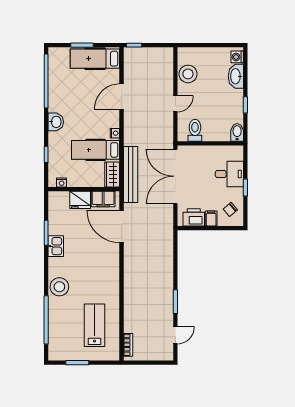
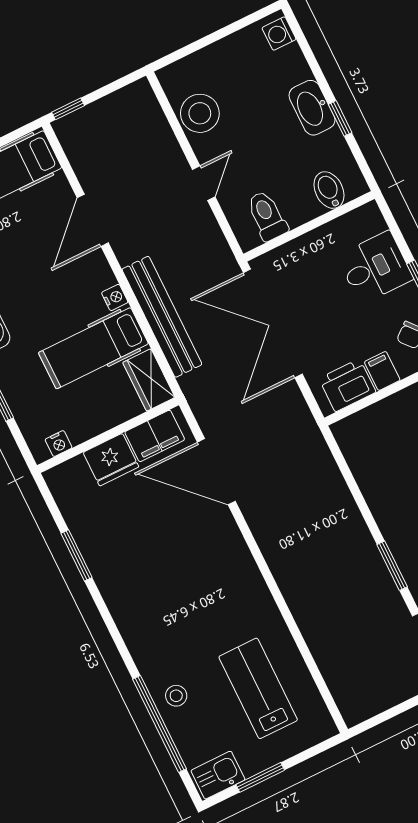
washbasin: (236, 76) -> (312, 108), moved
bidet: (237, 132) -> (329, 190), moved
bench: (131, 175) -> (162, 317), moved
kitchen sink: (56, 246) -> (218, 775), moved, turned -90
stool: (59, 287) -> (176, 696), moved, width x0.53, depth x0.53
bookcase: (128, 345) -> (342, 694), removed

